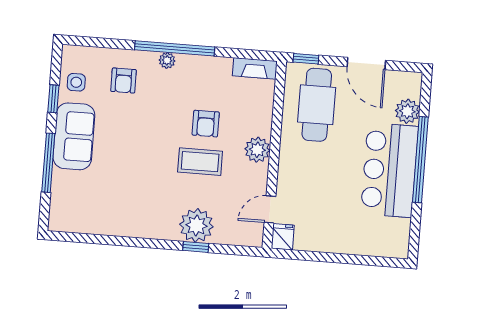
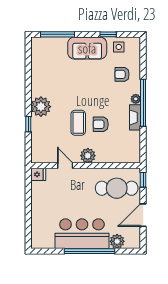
fireplace: (255, 68) -> (135, 117), moved
window: (48, 163) -> (57, 34), moved
door: (270, 209) -> (65, 166), moved
plant: (196, 225) -> (41, 107), moved

